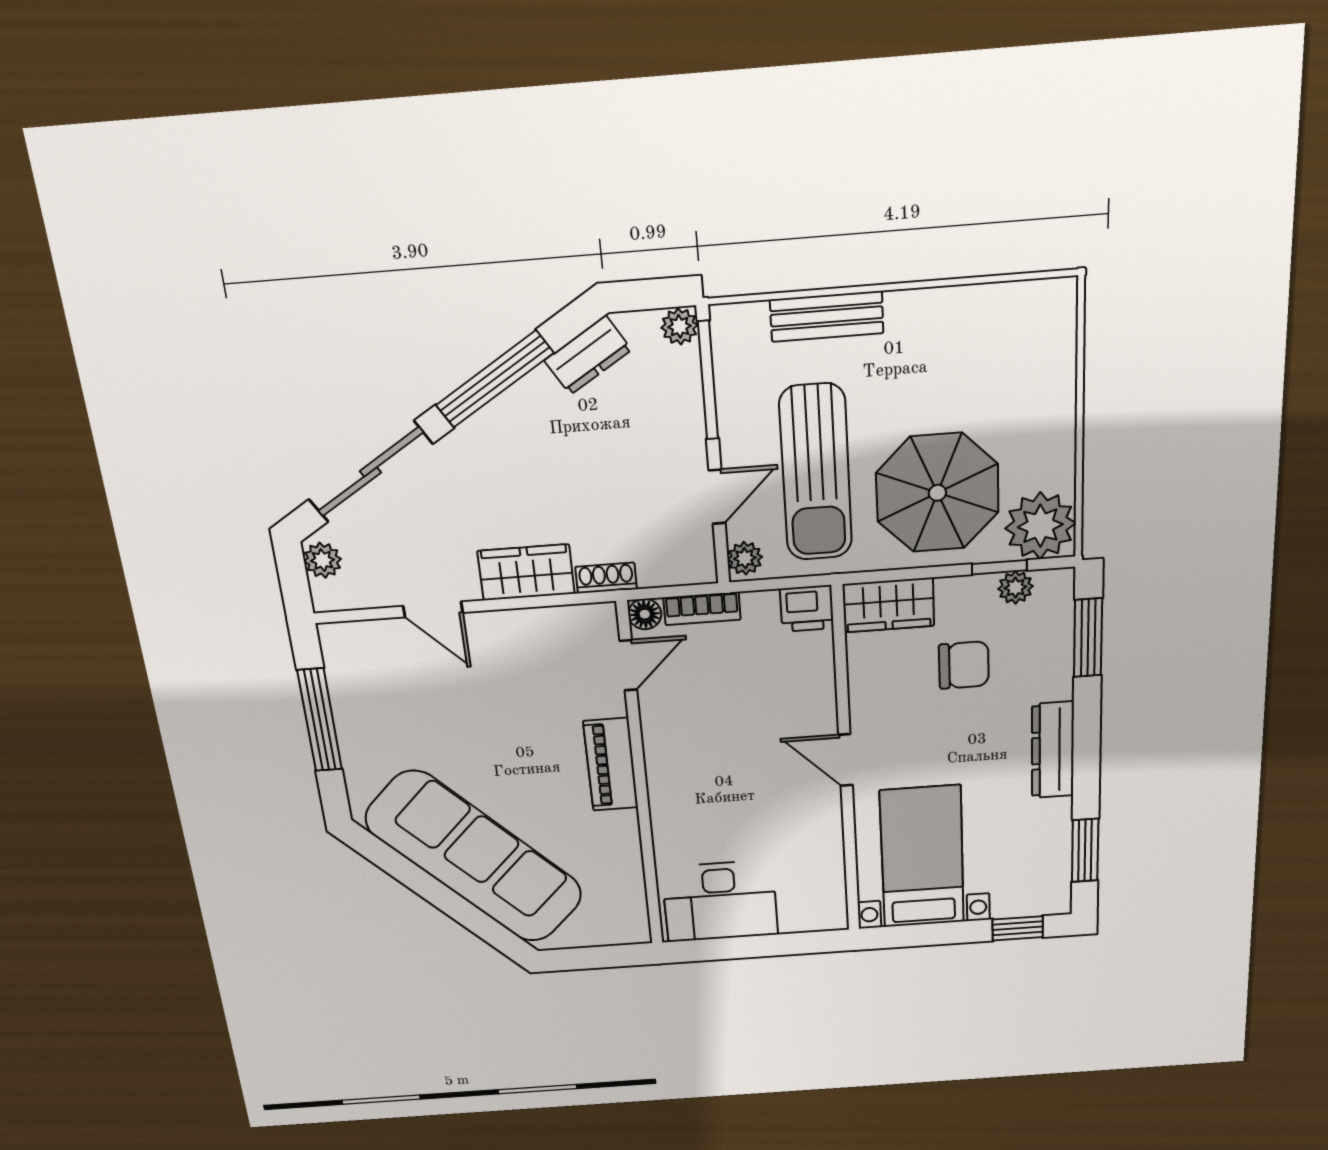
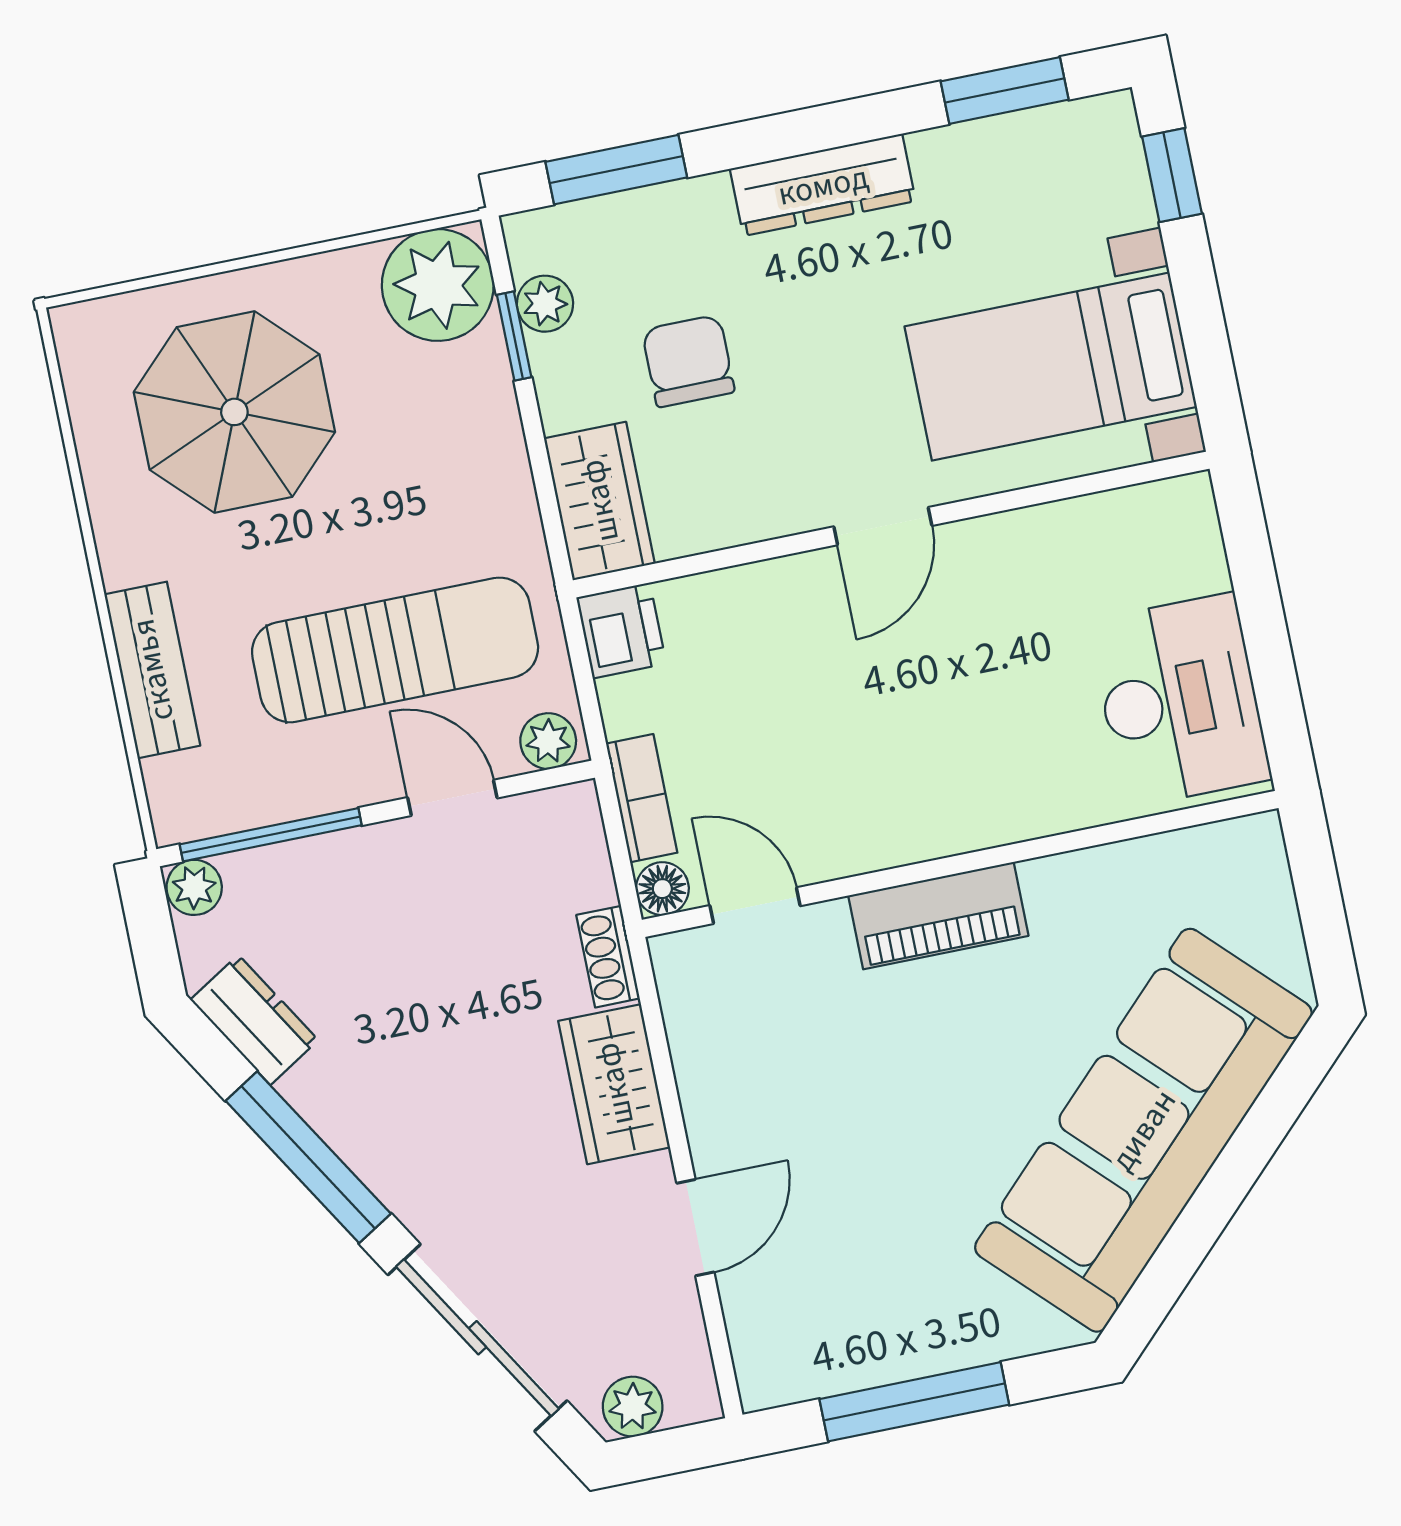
parasol: (937, 493) -> (234, 412), moved

